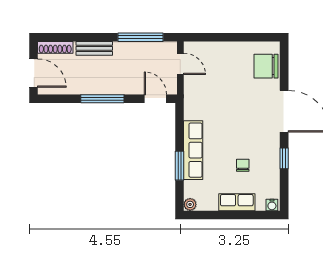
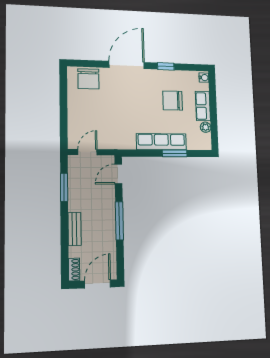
window: (141, 37) -> (64, 187), width x0.69
shoe rack: (55, 47) -> (74, 269), width x0.70
chair: (243, 165) -> (173, 101), width x1.87, depth x1.87
plant: (190, 204) -> (206, 127), moved

